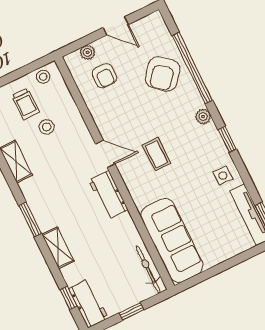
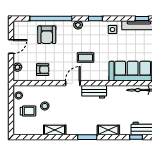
armchair: (163, 74) -> (47, 35), turned 50
armchair: (104, 76) -> (43, 70), moved

